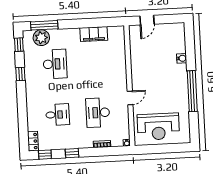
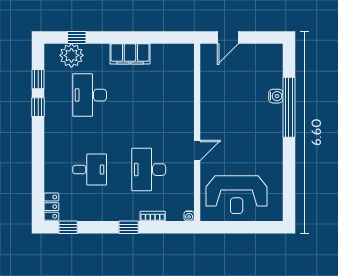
window: (44, 25) -> (77, 37), width x0.46
filing cabinet: (94, 34) -> (130, 54), moved
window: (19, 45) -> (38, 79), moved
desk: (55, 64) -> (90, 95), turned 180
window: (192, 91) -> (289, 107), moved
window: (72, 153) -> (129, 227), moved

